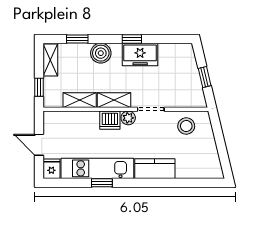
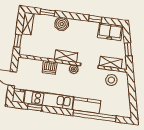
window: (132, 39) -> (95, 19), moved
freezer: (140, 54) -> (110, 32), moved
shelving: (80, 100) -> (111, 62), moved
dishwasher: (110, 120) -> (50, 67), moved
window: (102, 183) -> (35, 107), moved
window: (169, 183) -> (94, 116), added

